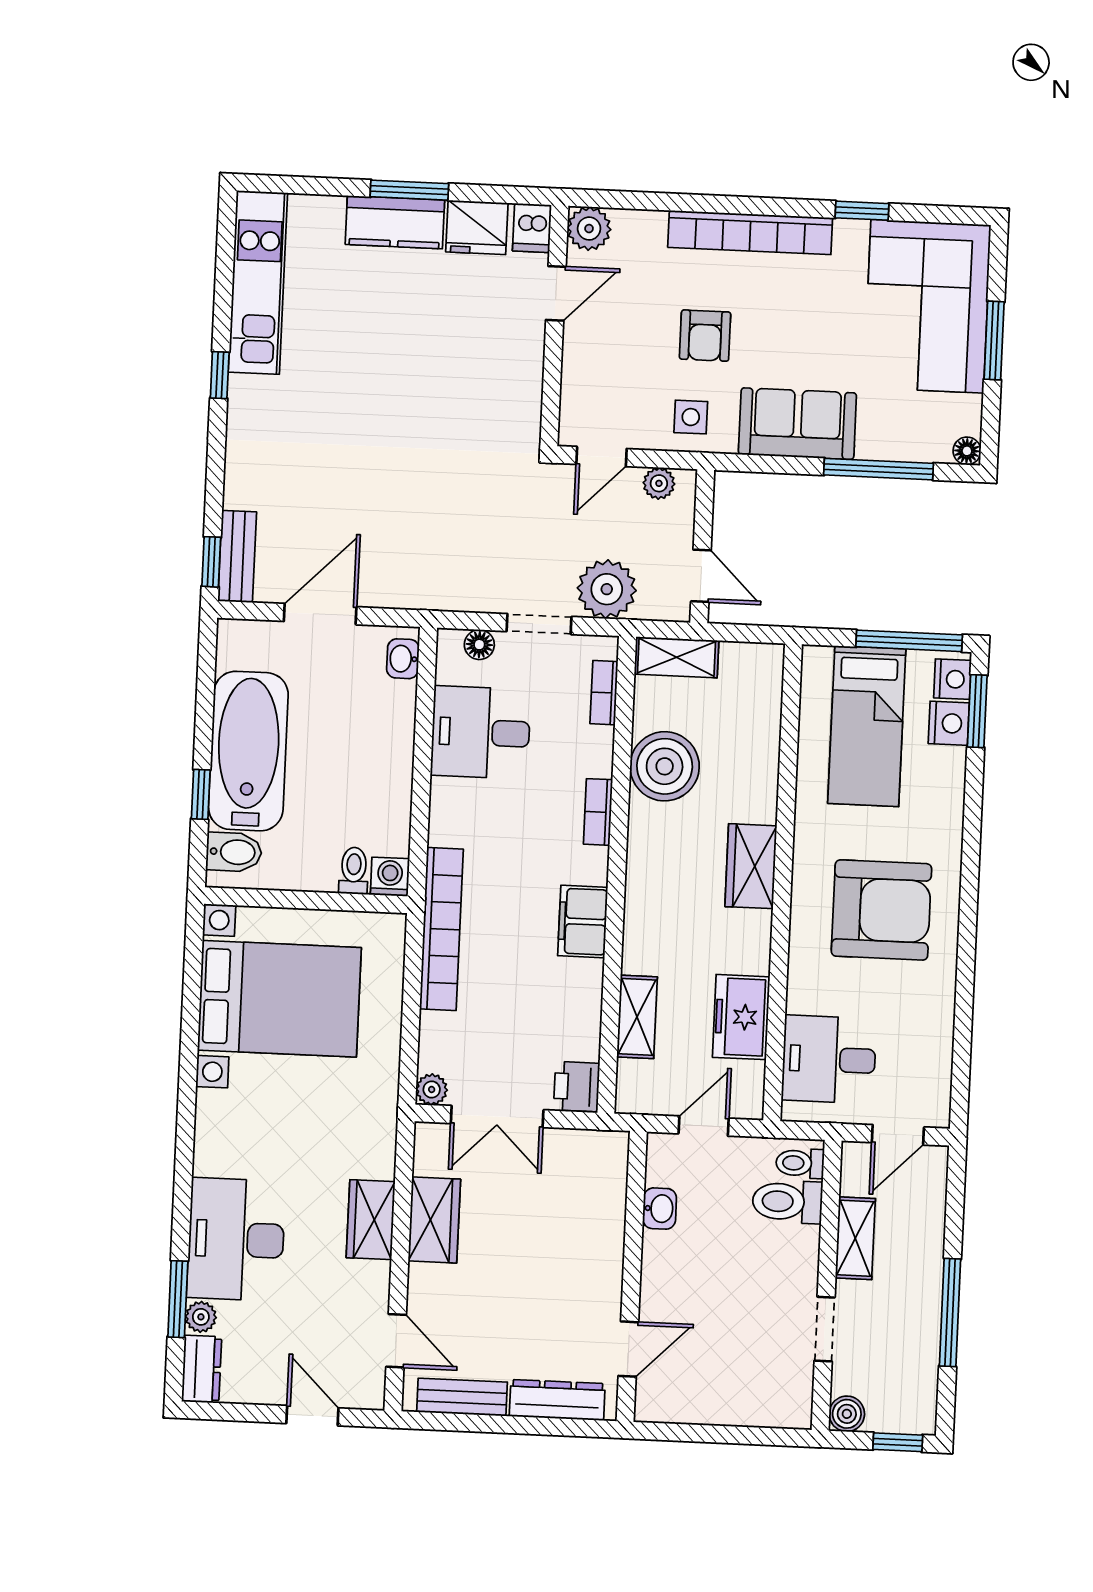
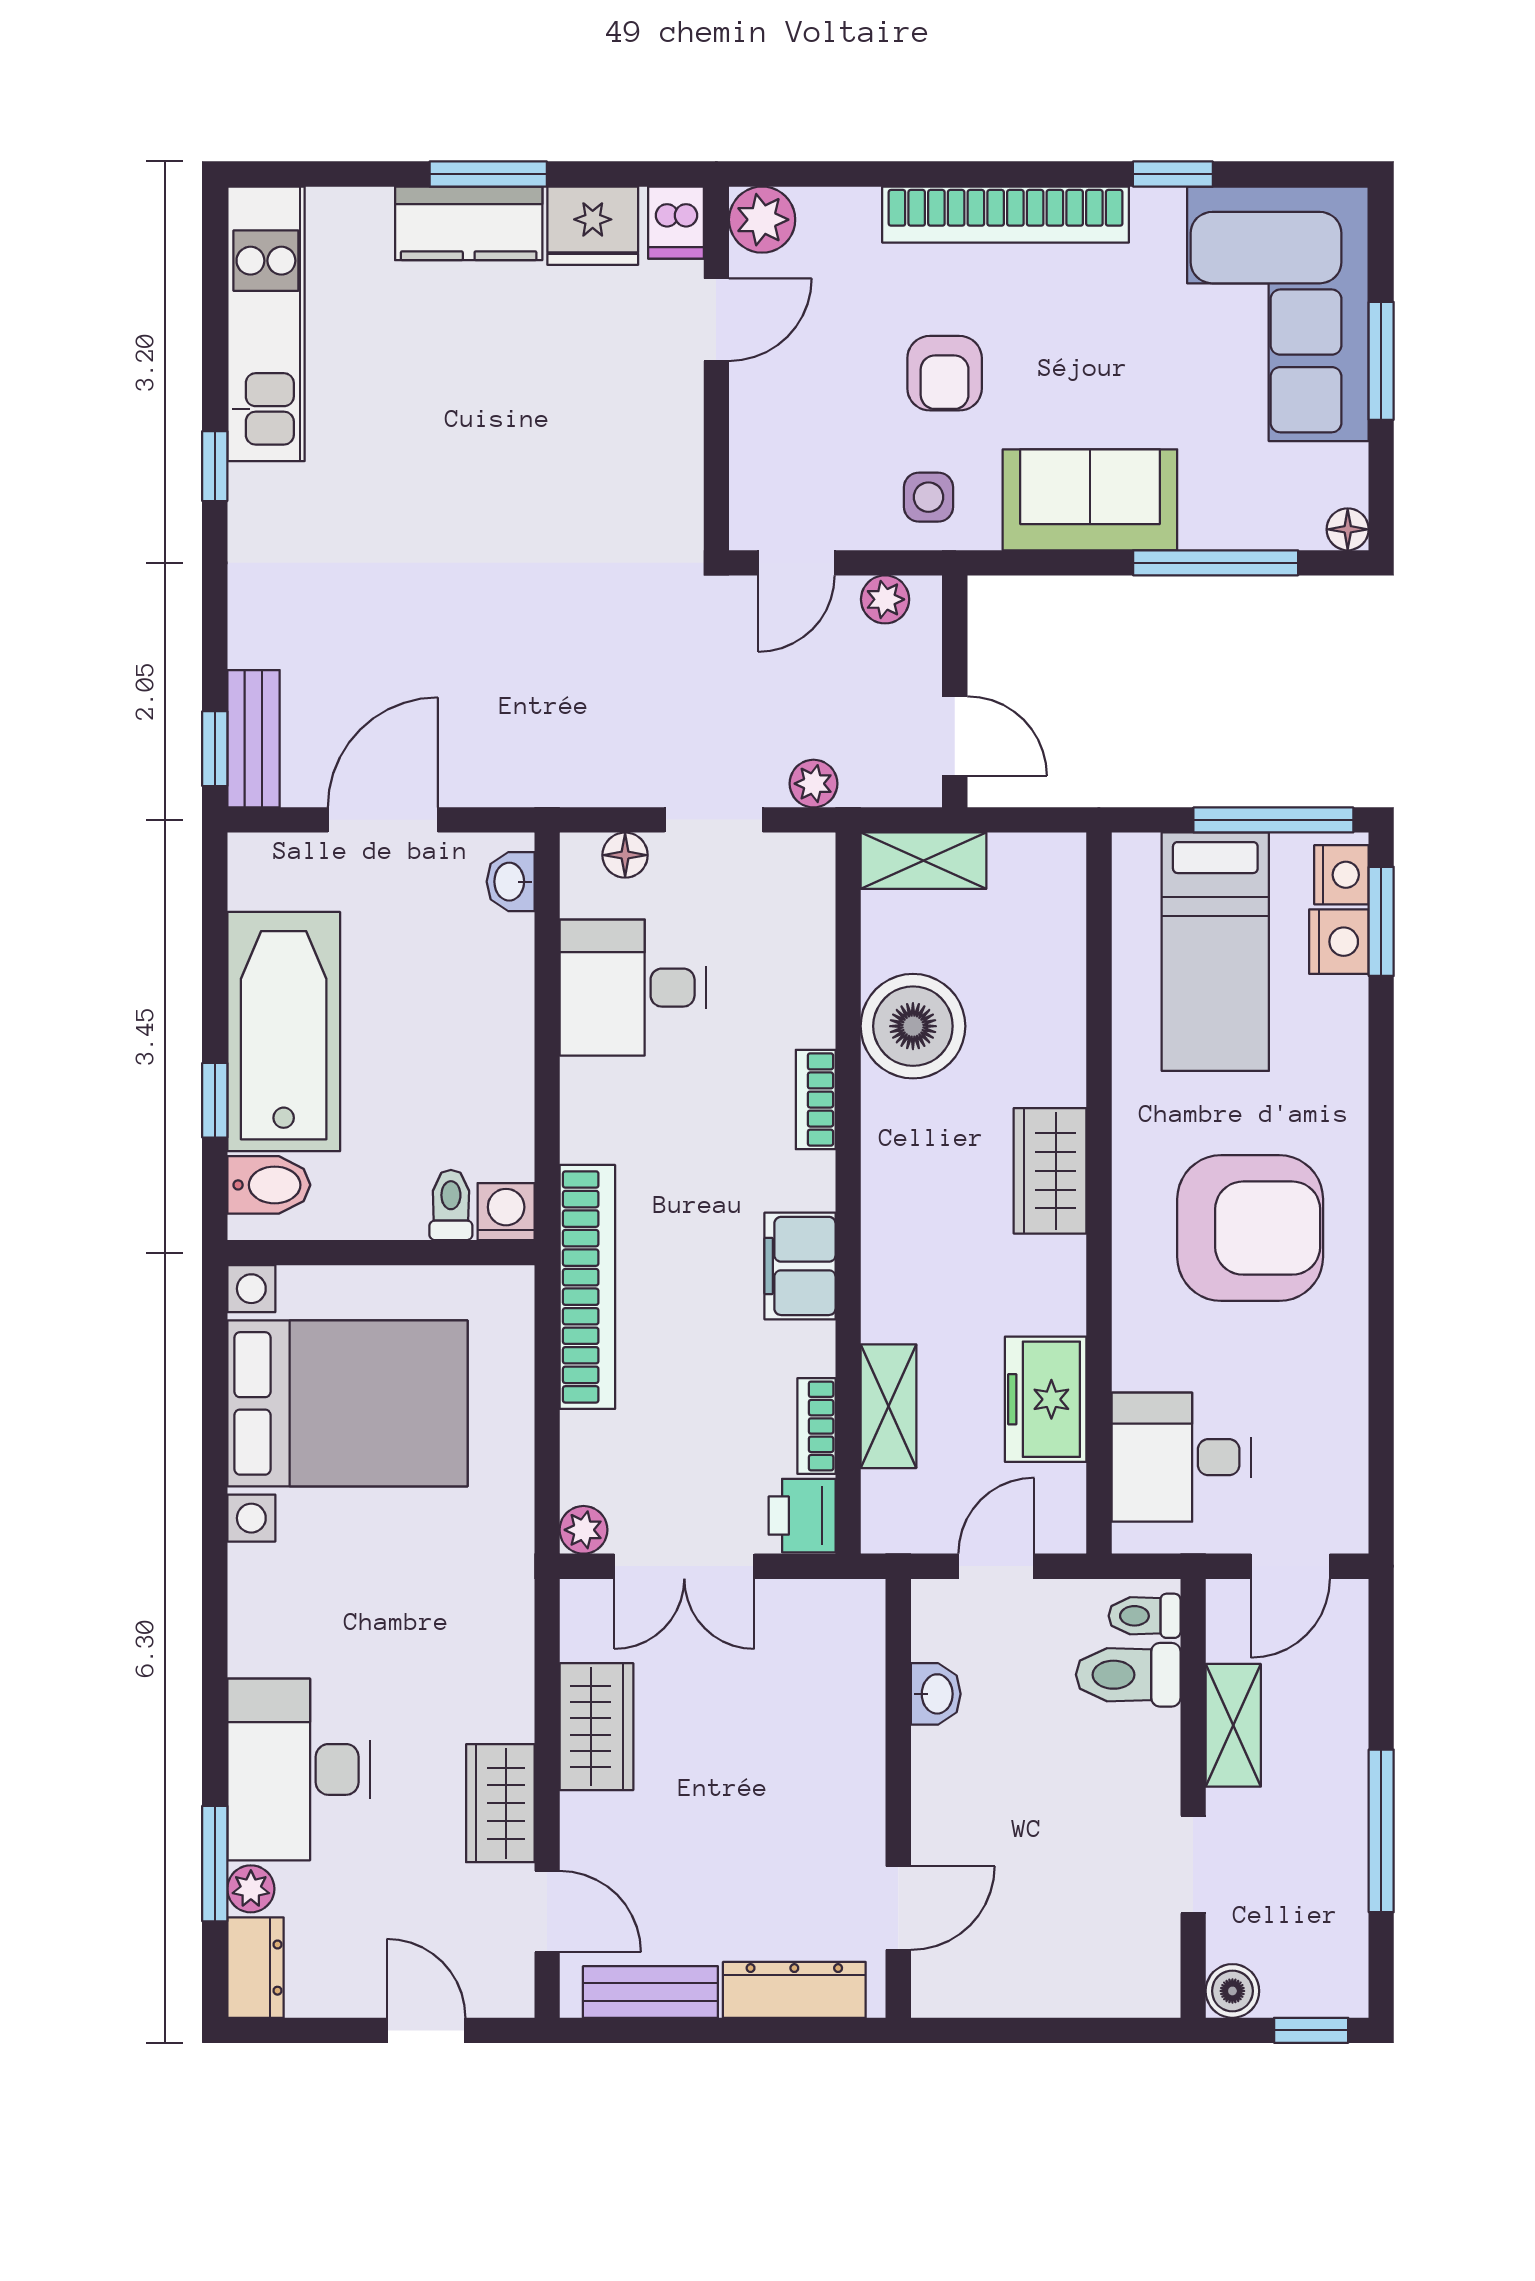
plant: (607, 589) -> (813, 784), width x0.53, depth x0.53
bookcase: (604, 693) -> (816, 1426), moved
wardrobe: (371, 1220) -> (500, 1803), moved

